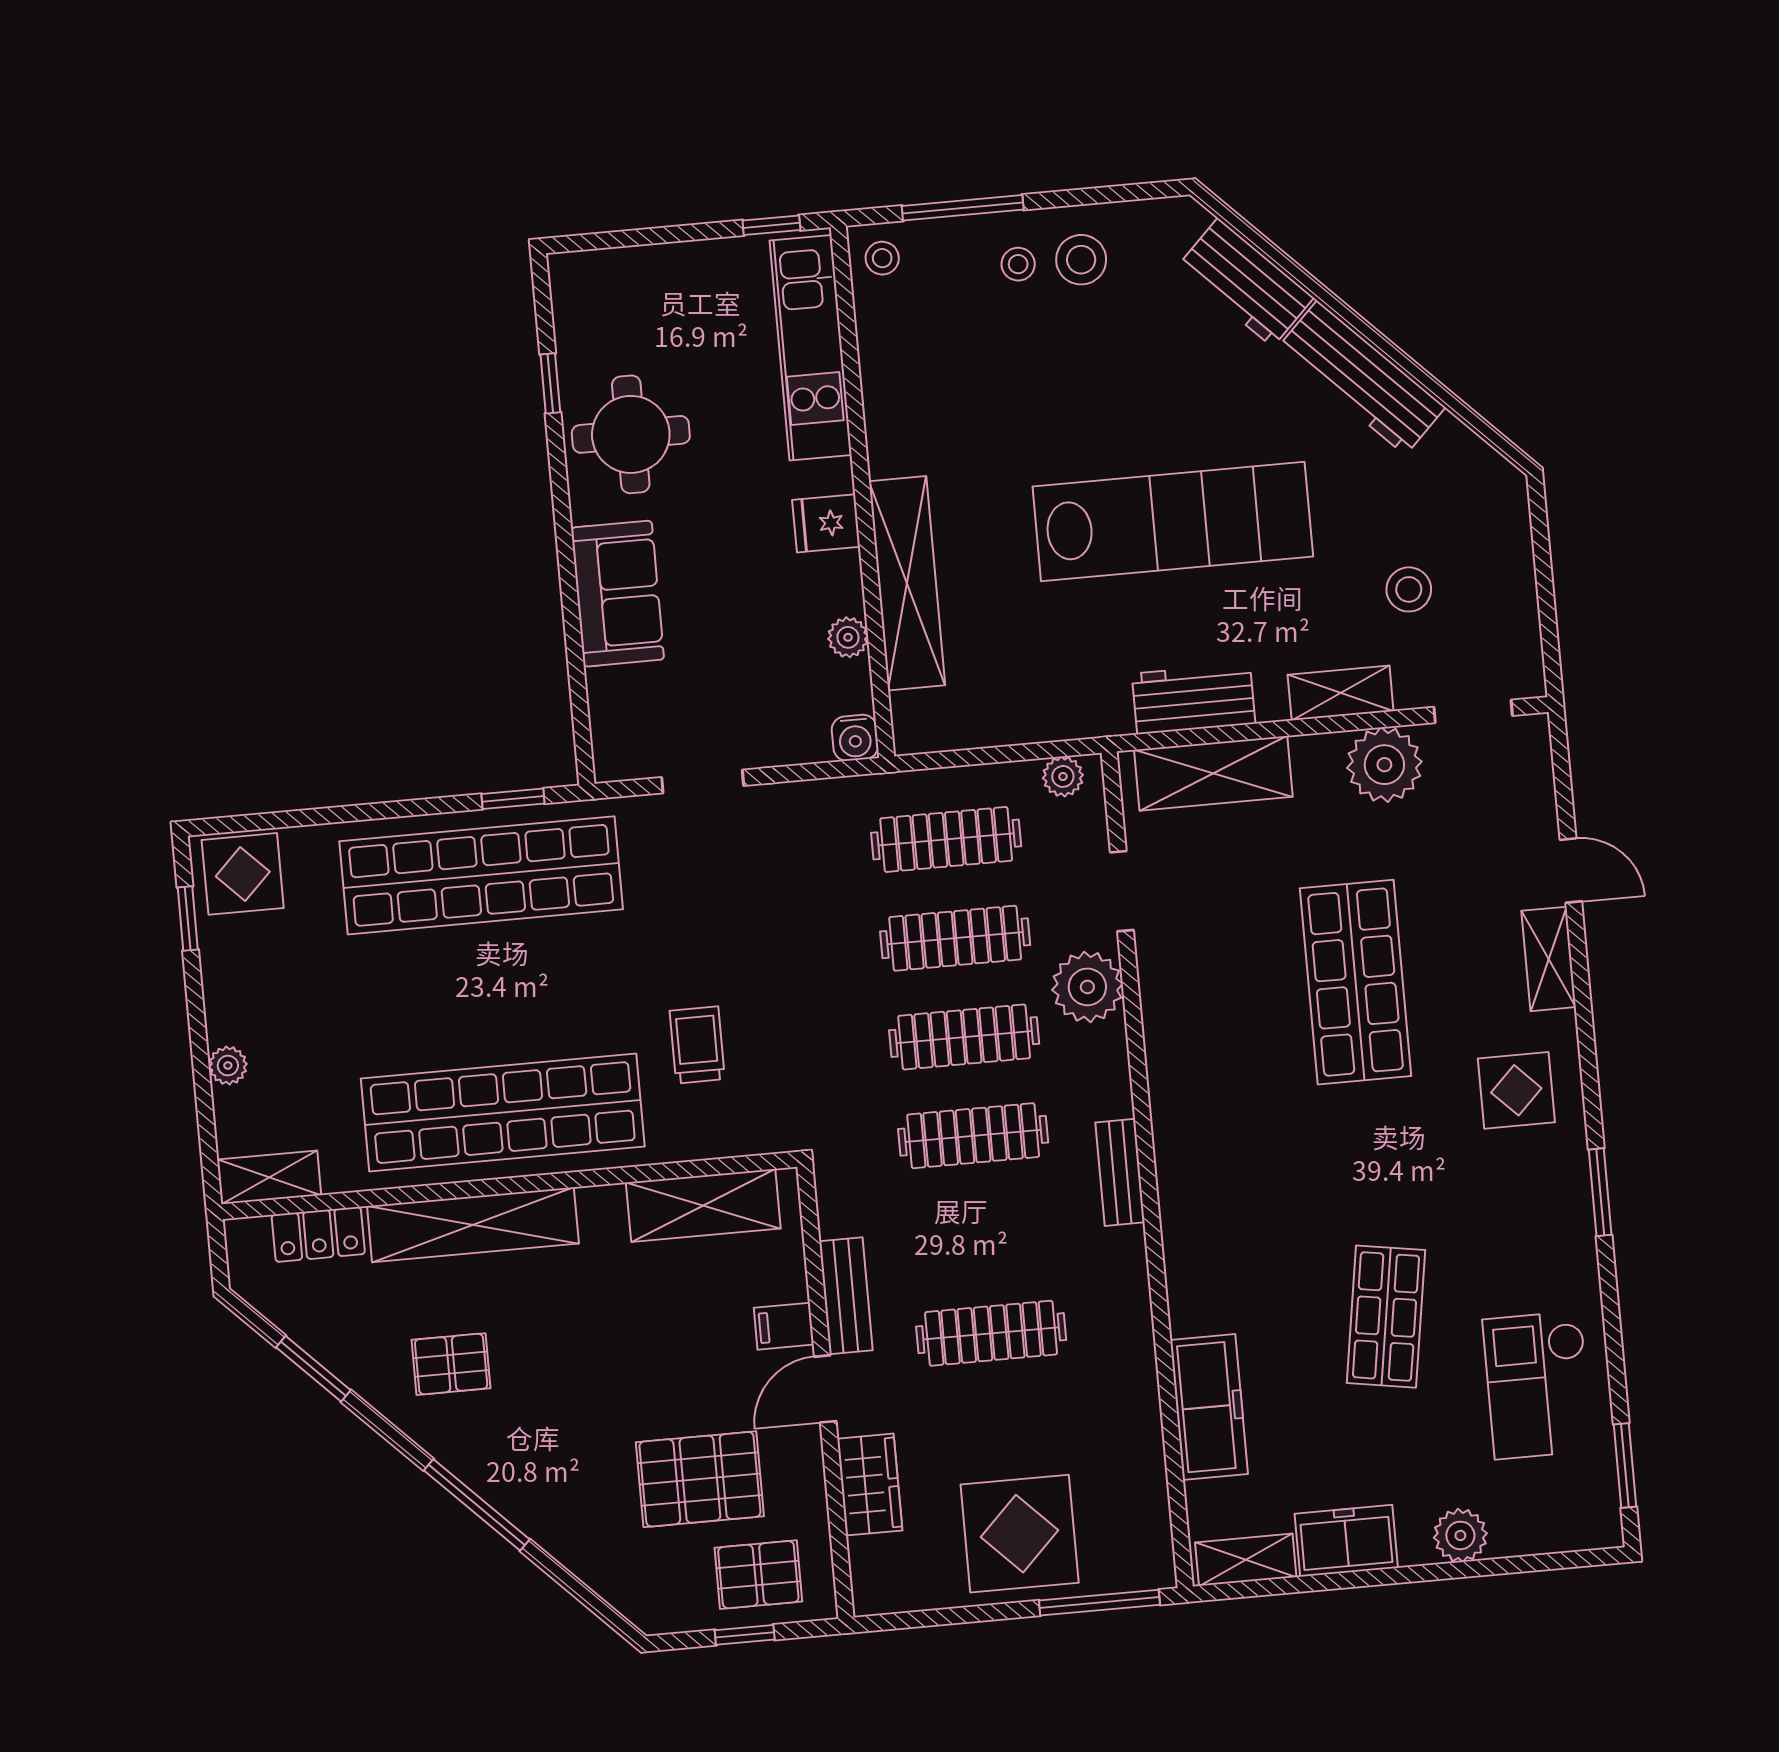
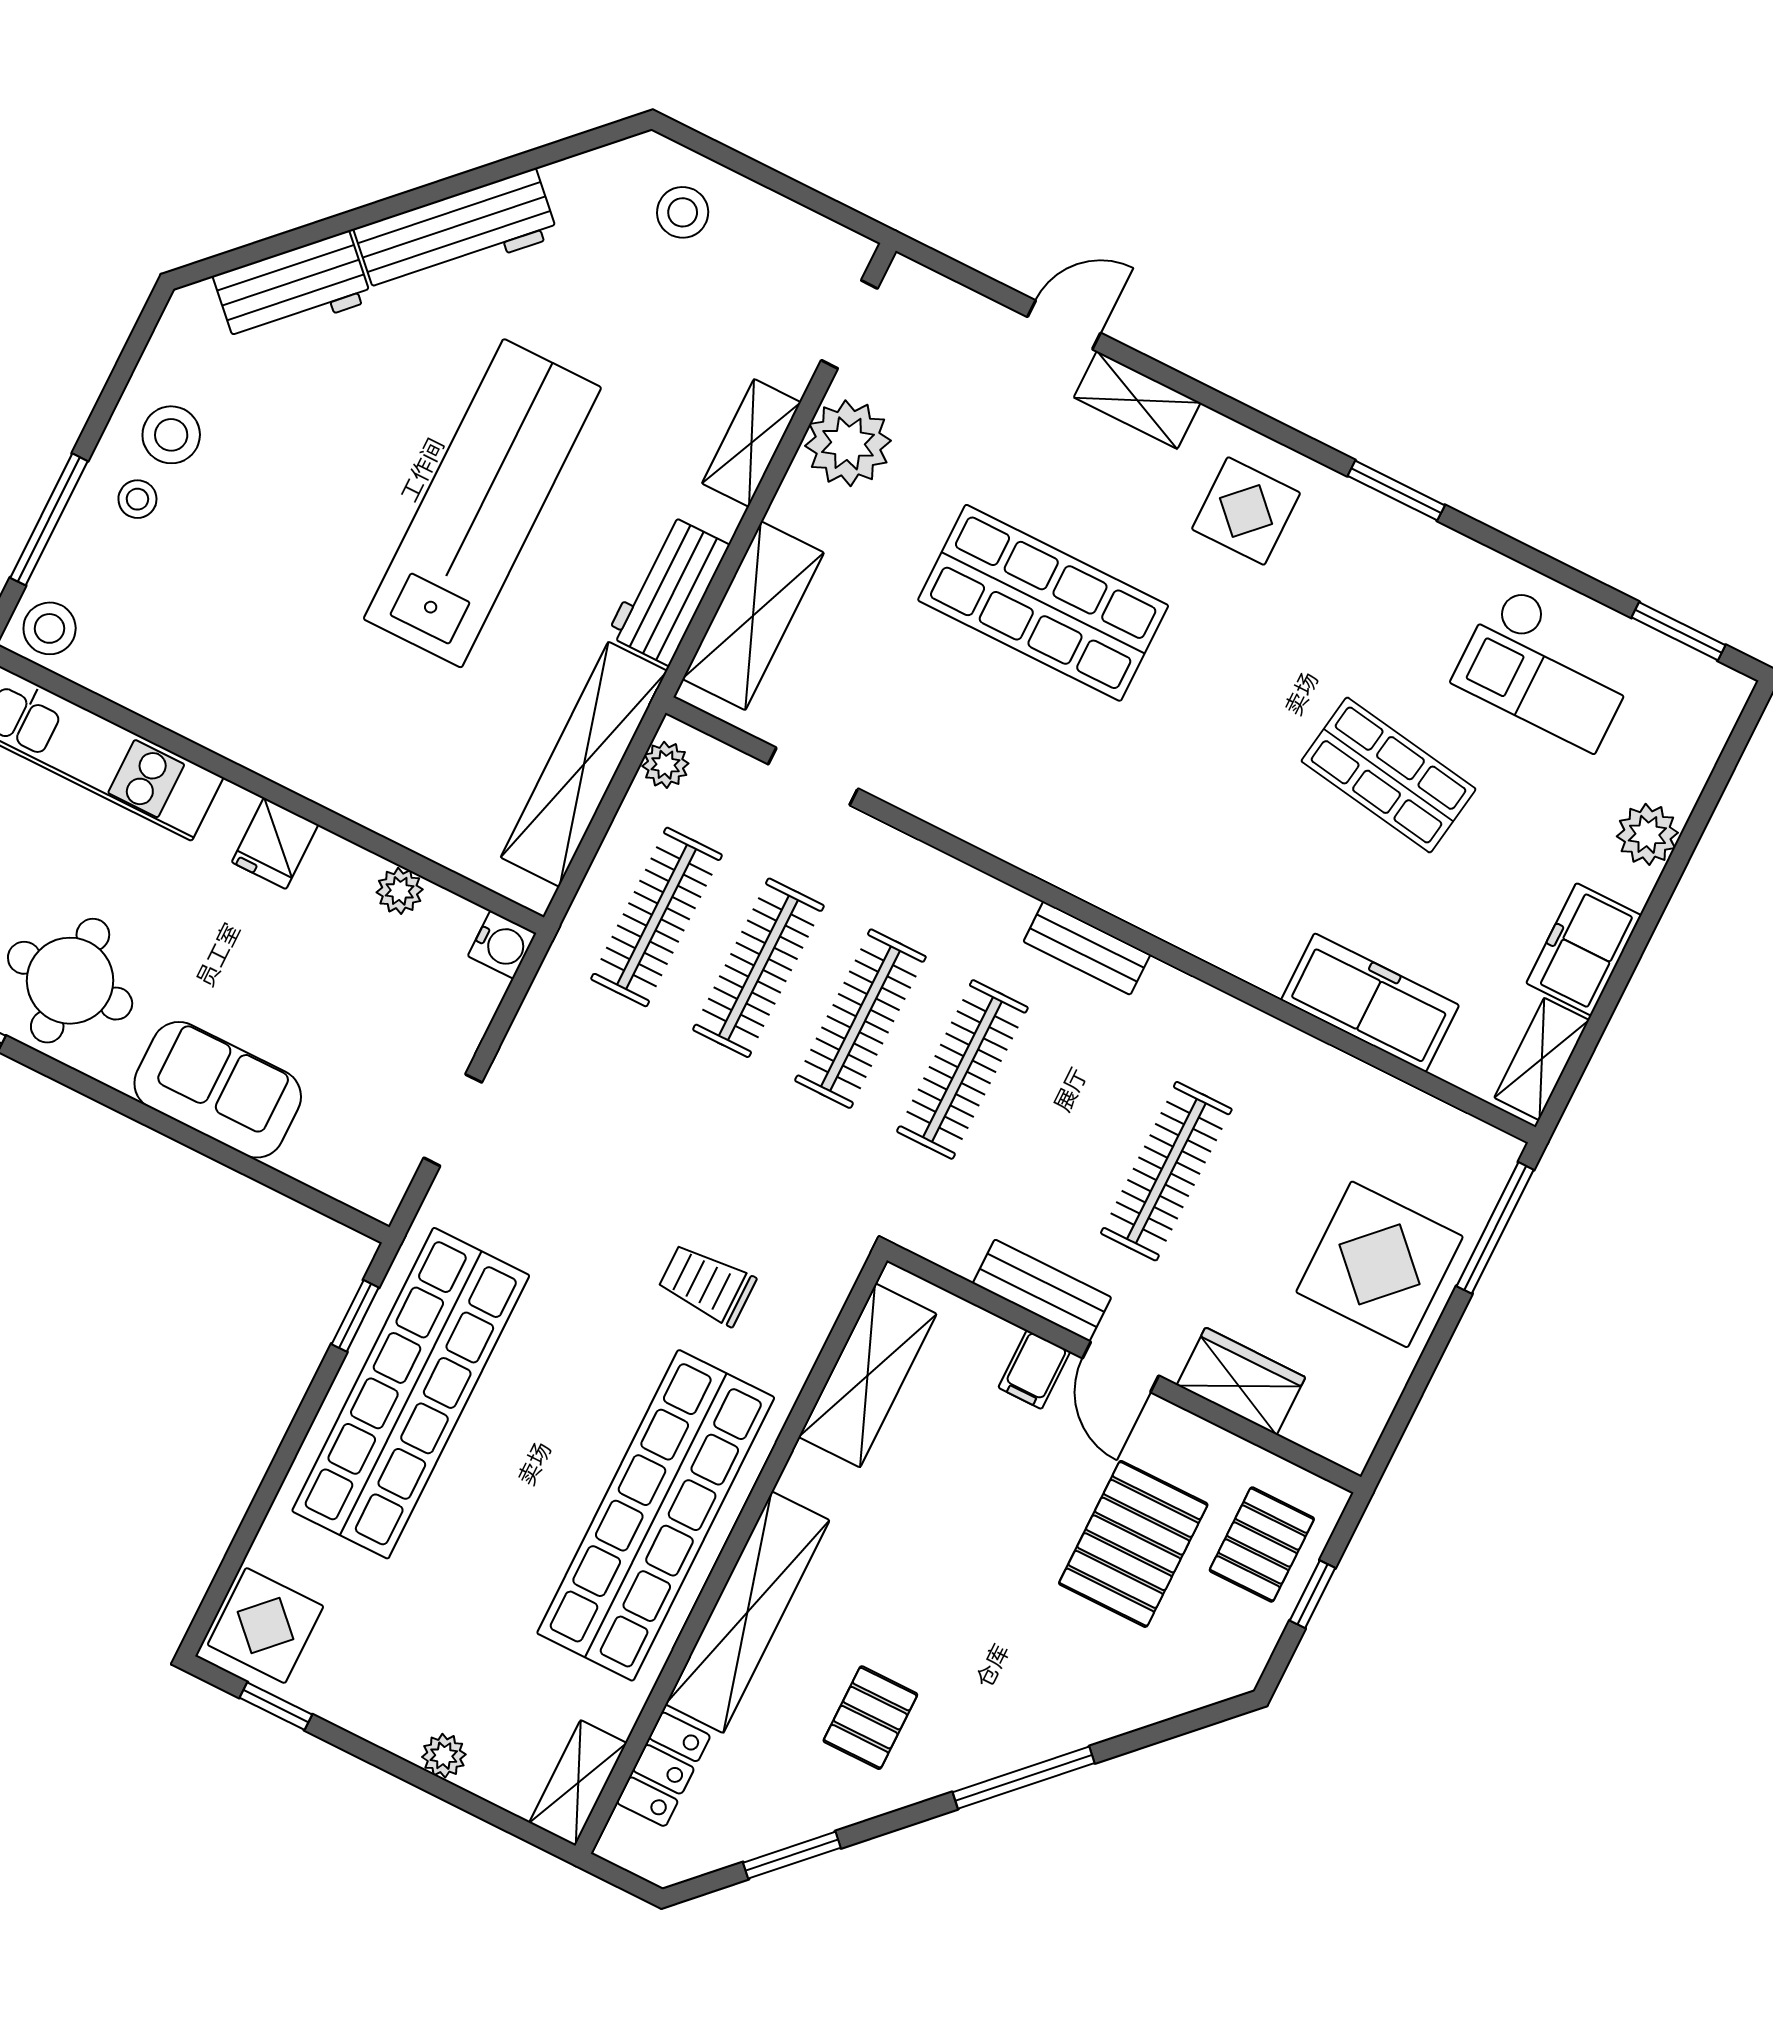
stool: (882, 258) -> (50, 628), width x1.37, depth x1.37
shelving: (907, 583) -> (584, 764), moved, turned 90
stool: (1409, 589) -> (683, 212), moved
plant: (1087, 987) -> (886, 868), removed

